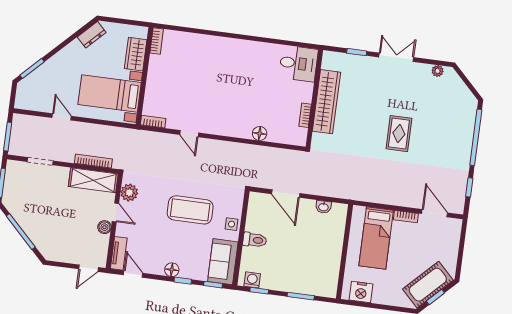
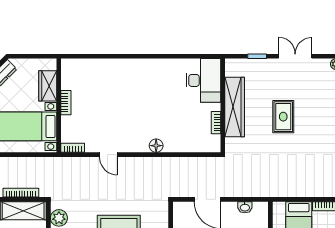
bookcase: (157, 41) -> (66, 103), moved
desk: (298, 64) -> (203, 80), width x1.37
floor lamp: (260, 133) -> (156, 146), moved
rug: (399, 134) -> (283, 117), moved

